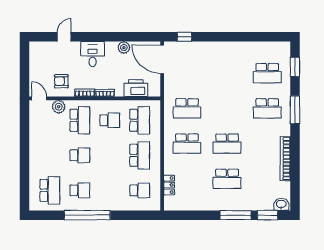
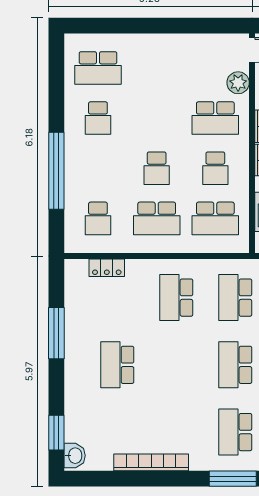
school desk: (227, 144) -> (235, 365), moved
school desk: (80, 155) -> (157, 168), moved
window: (87, 215) -> (56, 171), moved
window: (236, 215) -> (56, 333), moved

